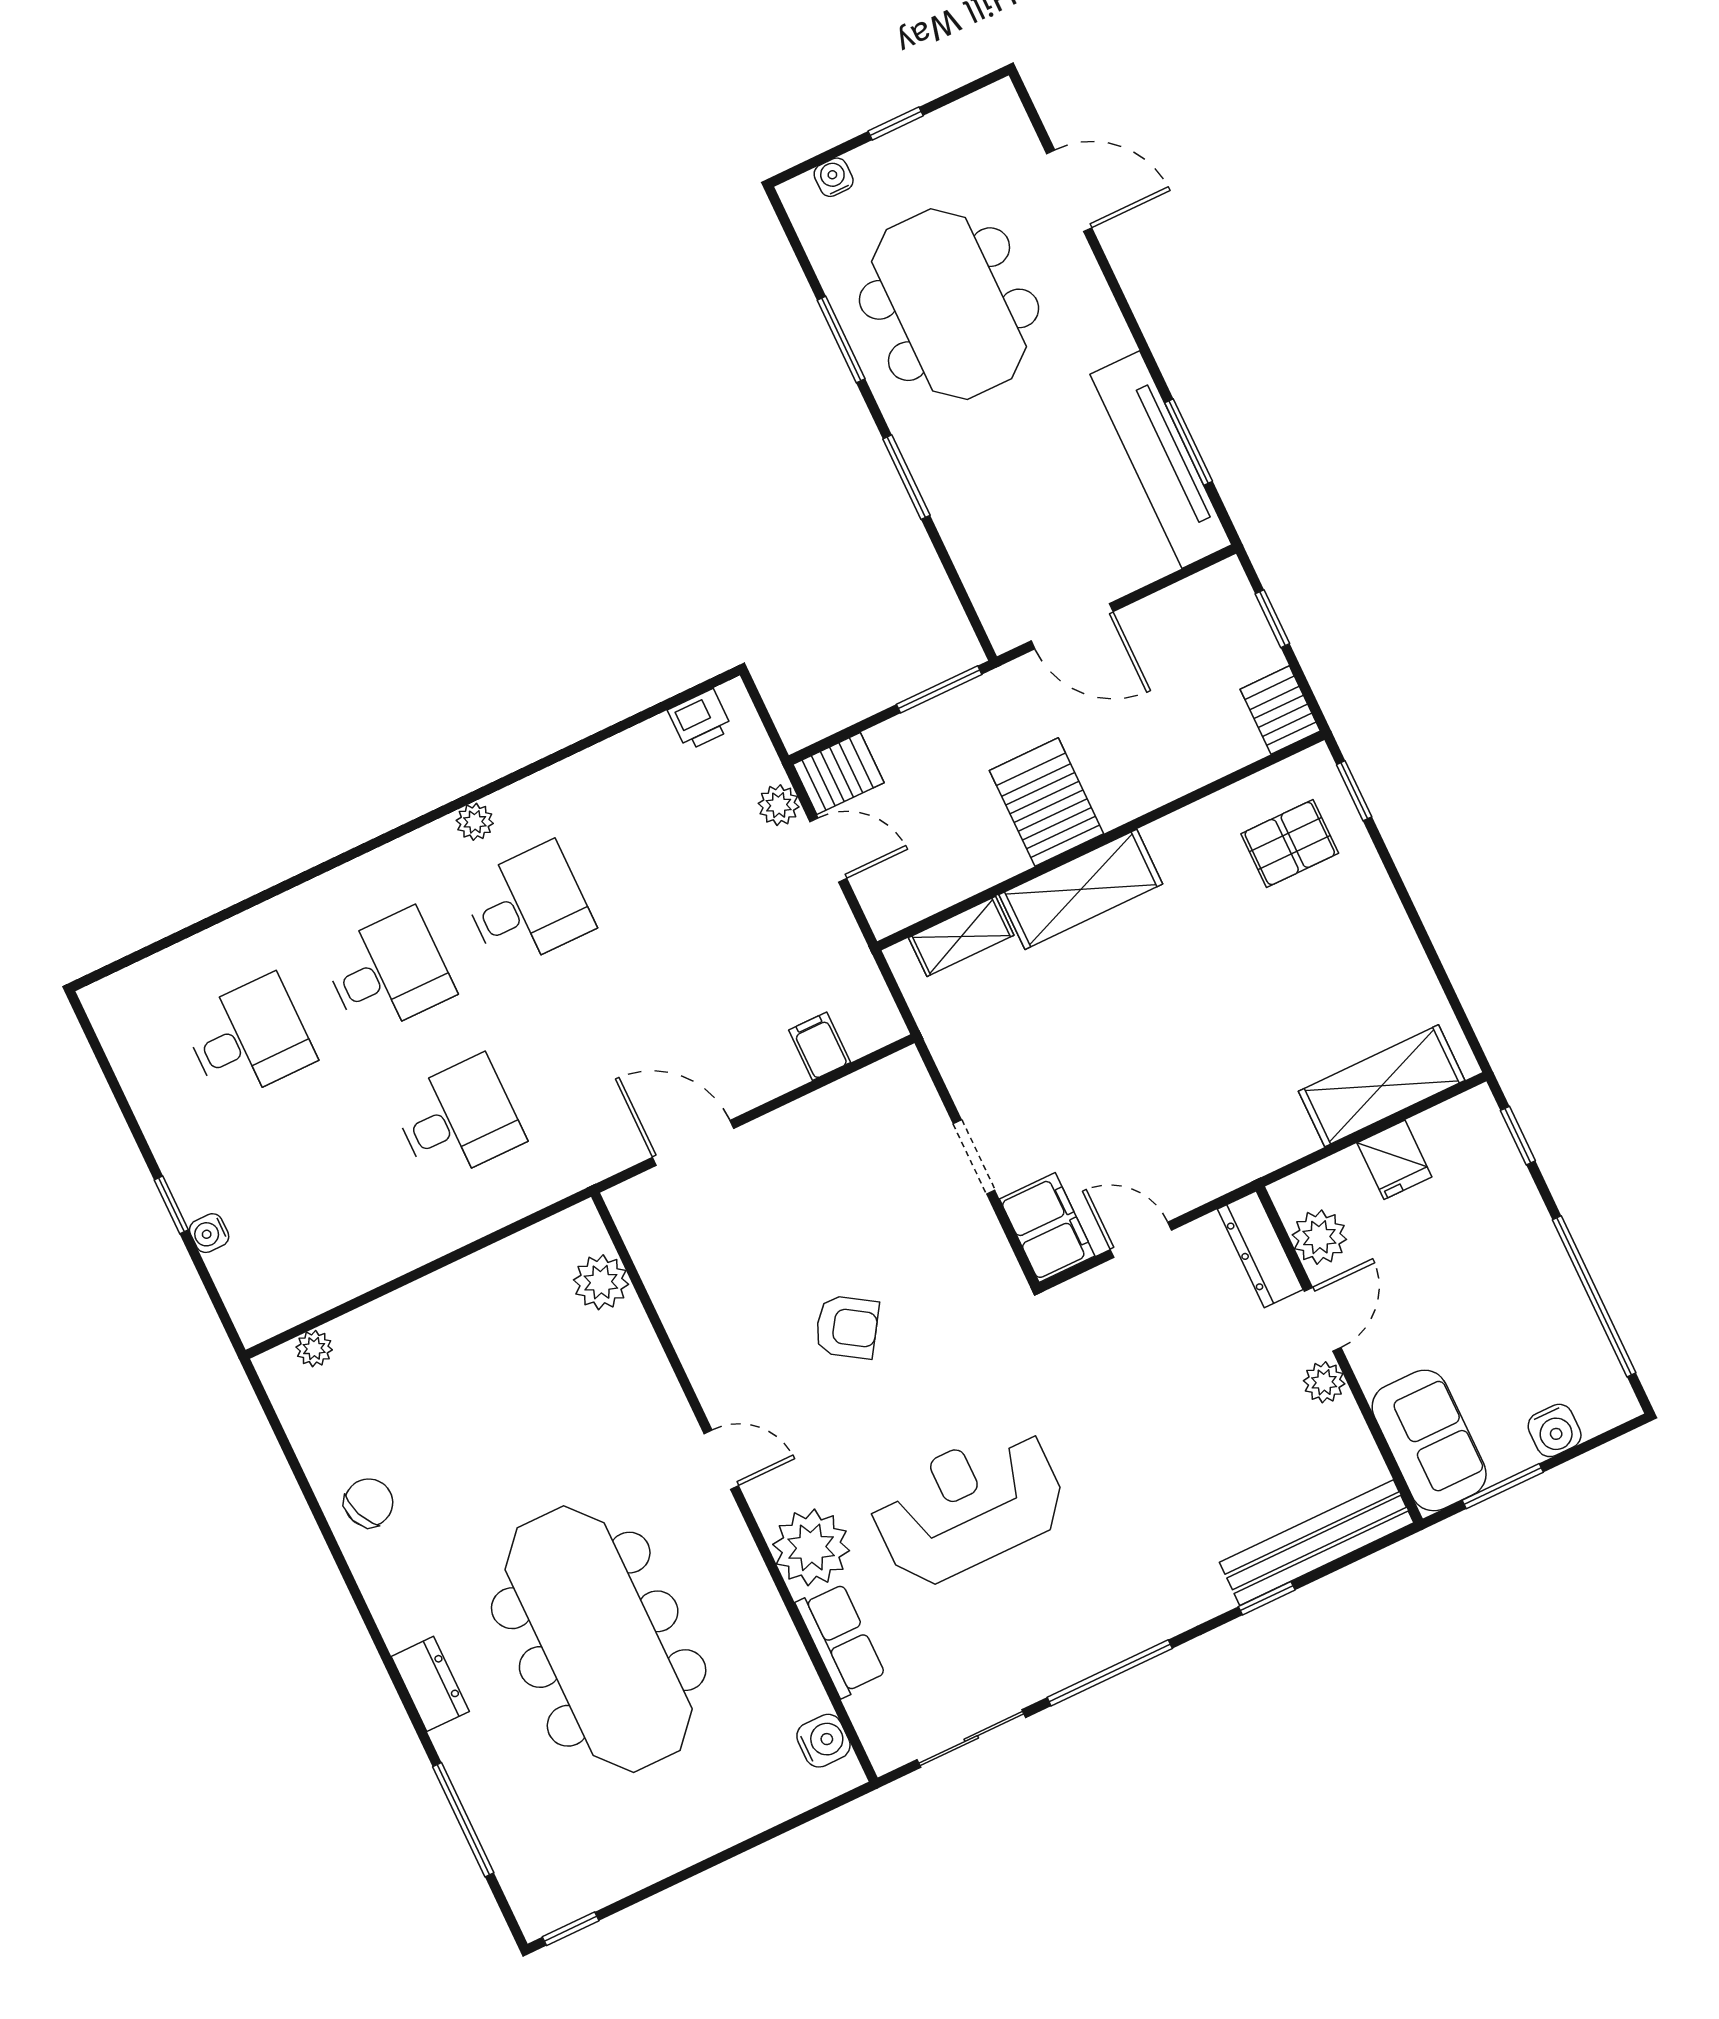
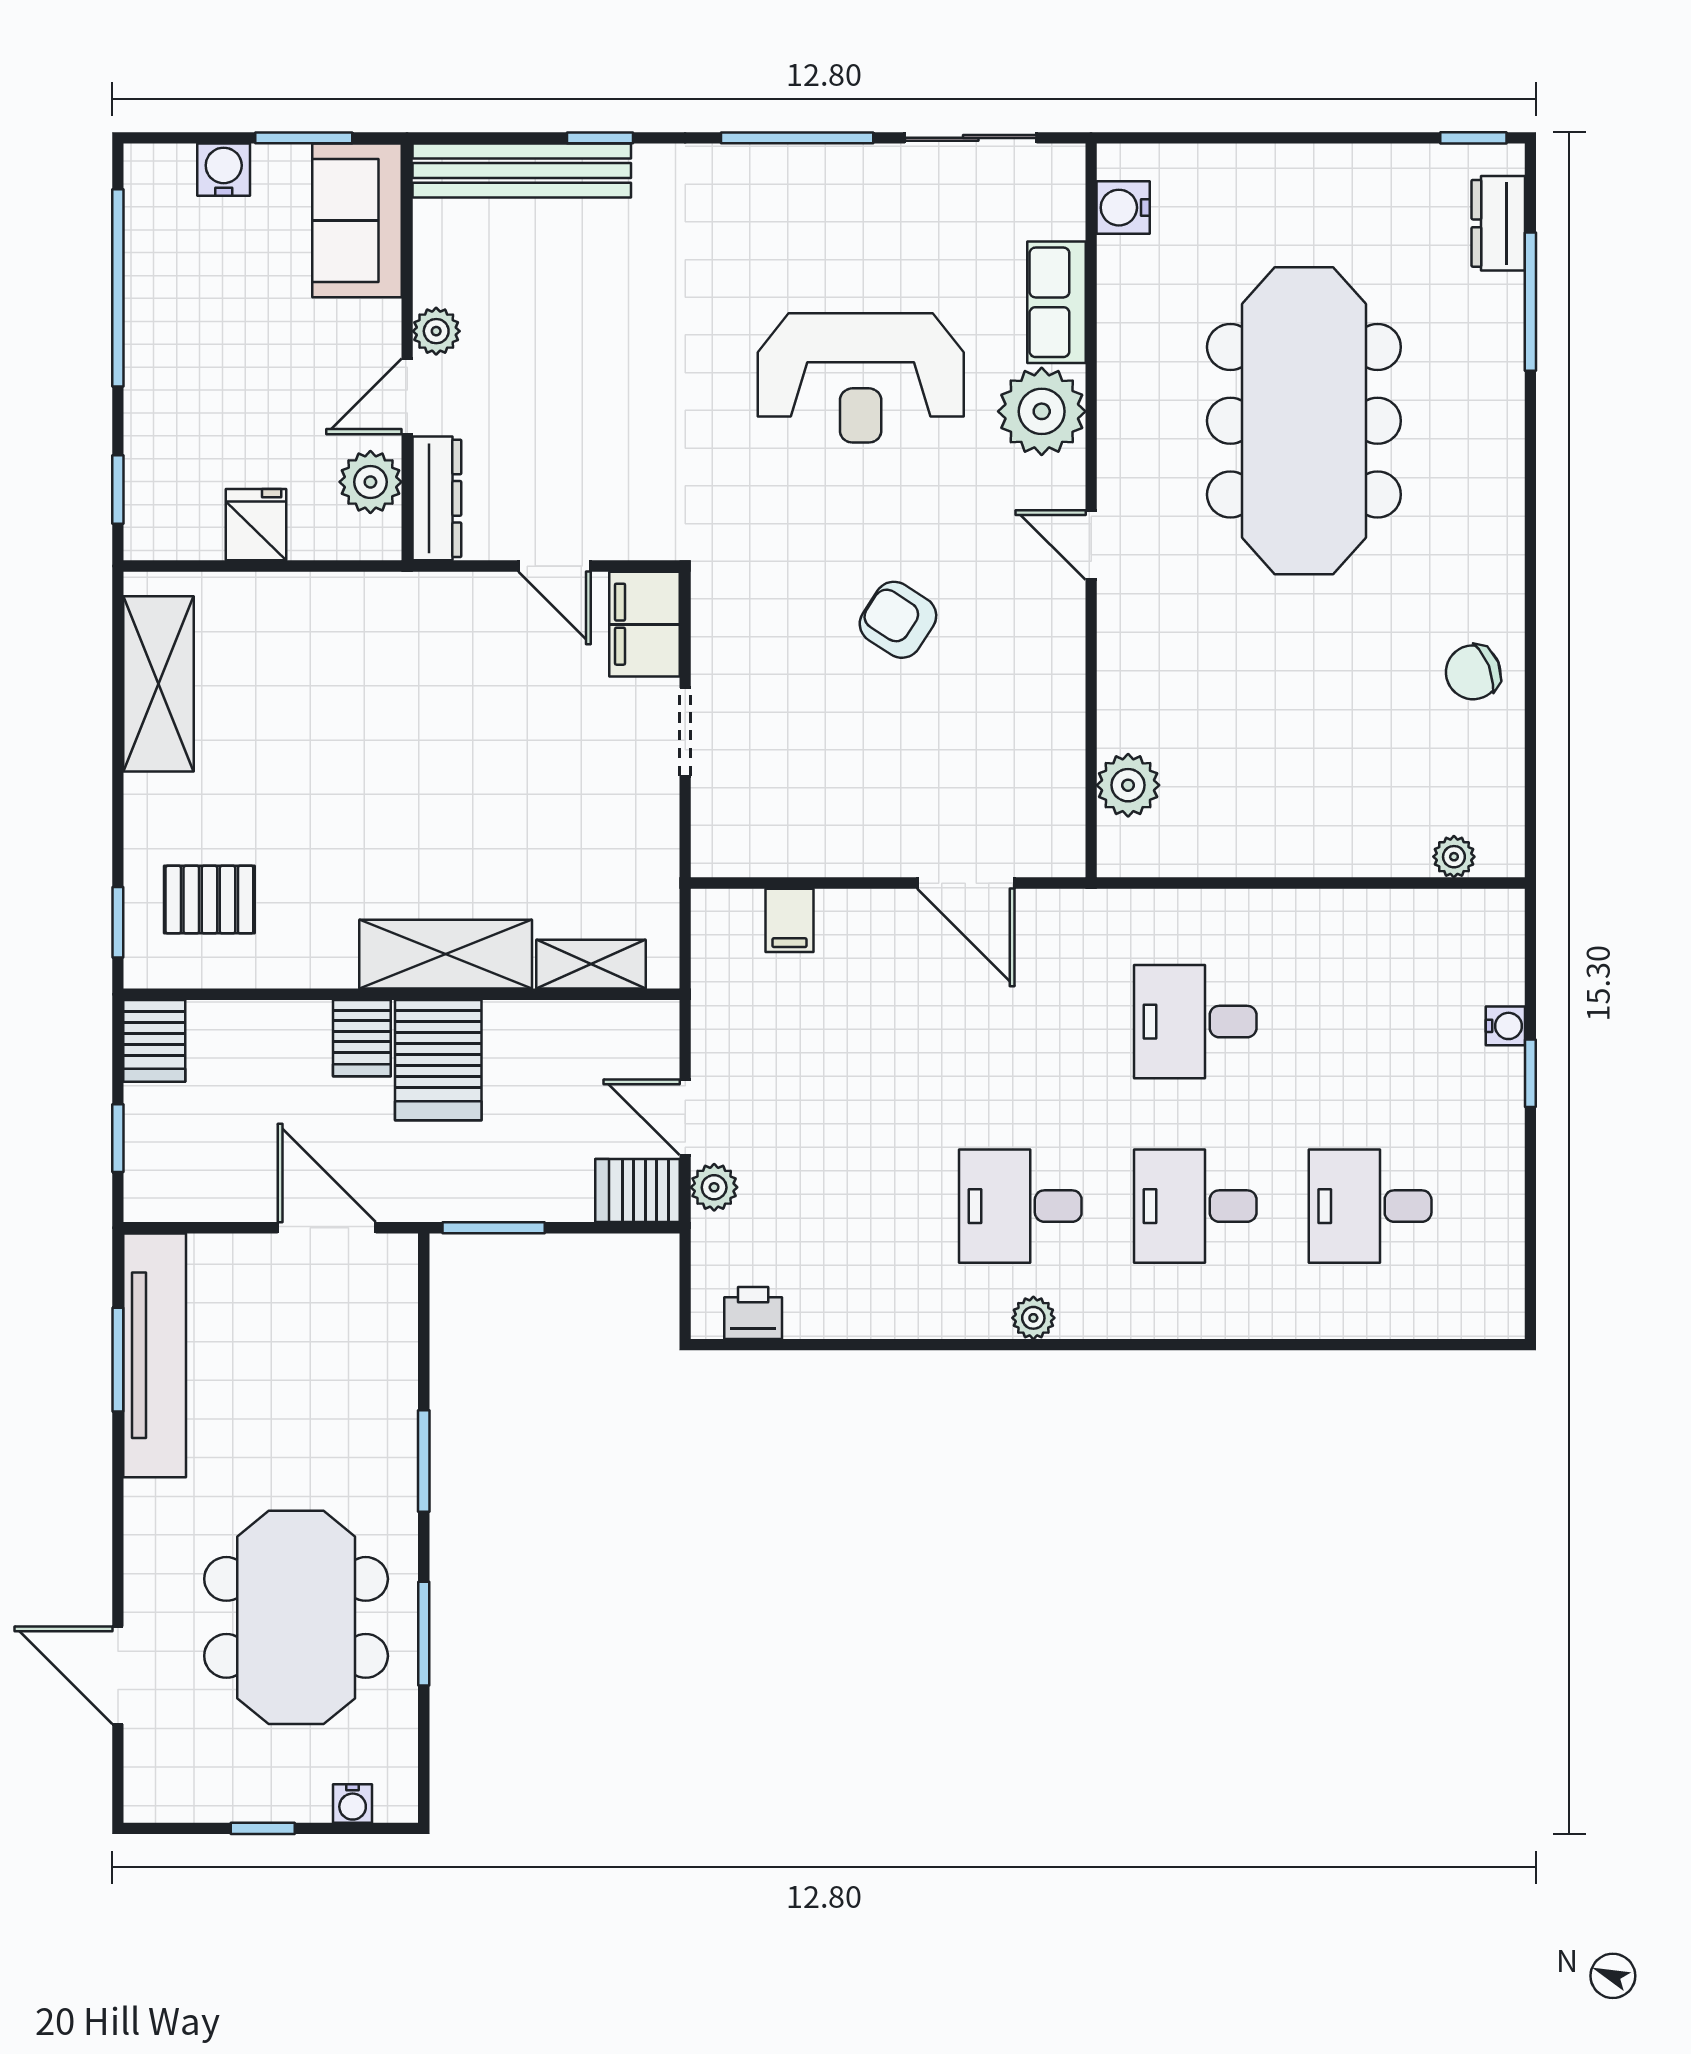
server rack: (1116, 791) -> (362, 1038), added
shelving: (1382, 1086) -> (159, 684), moved, turned 90
dresser: (430, 1684) -> (1498, 223), moved

